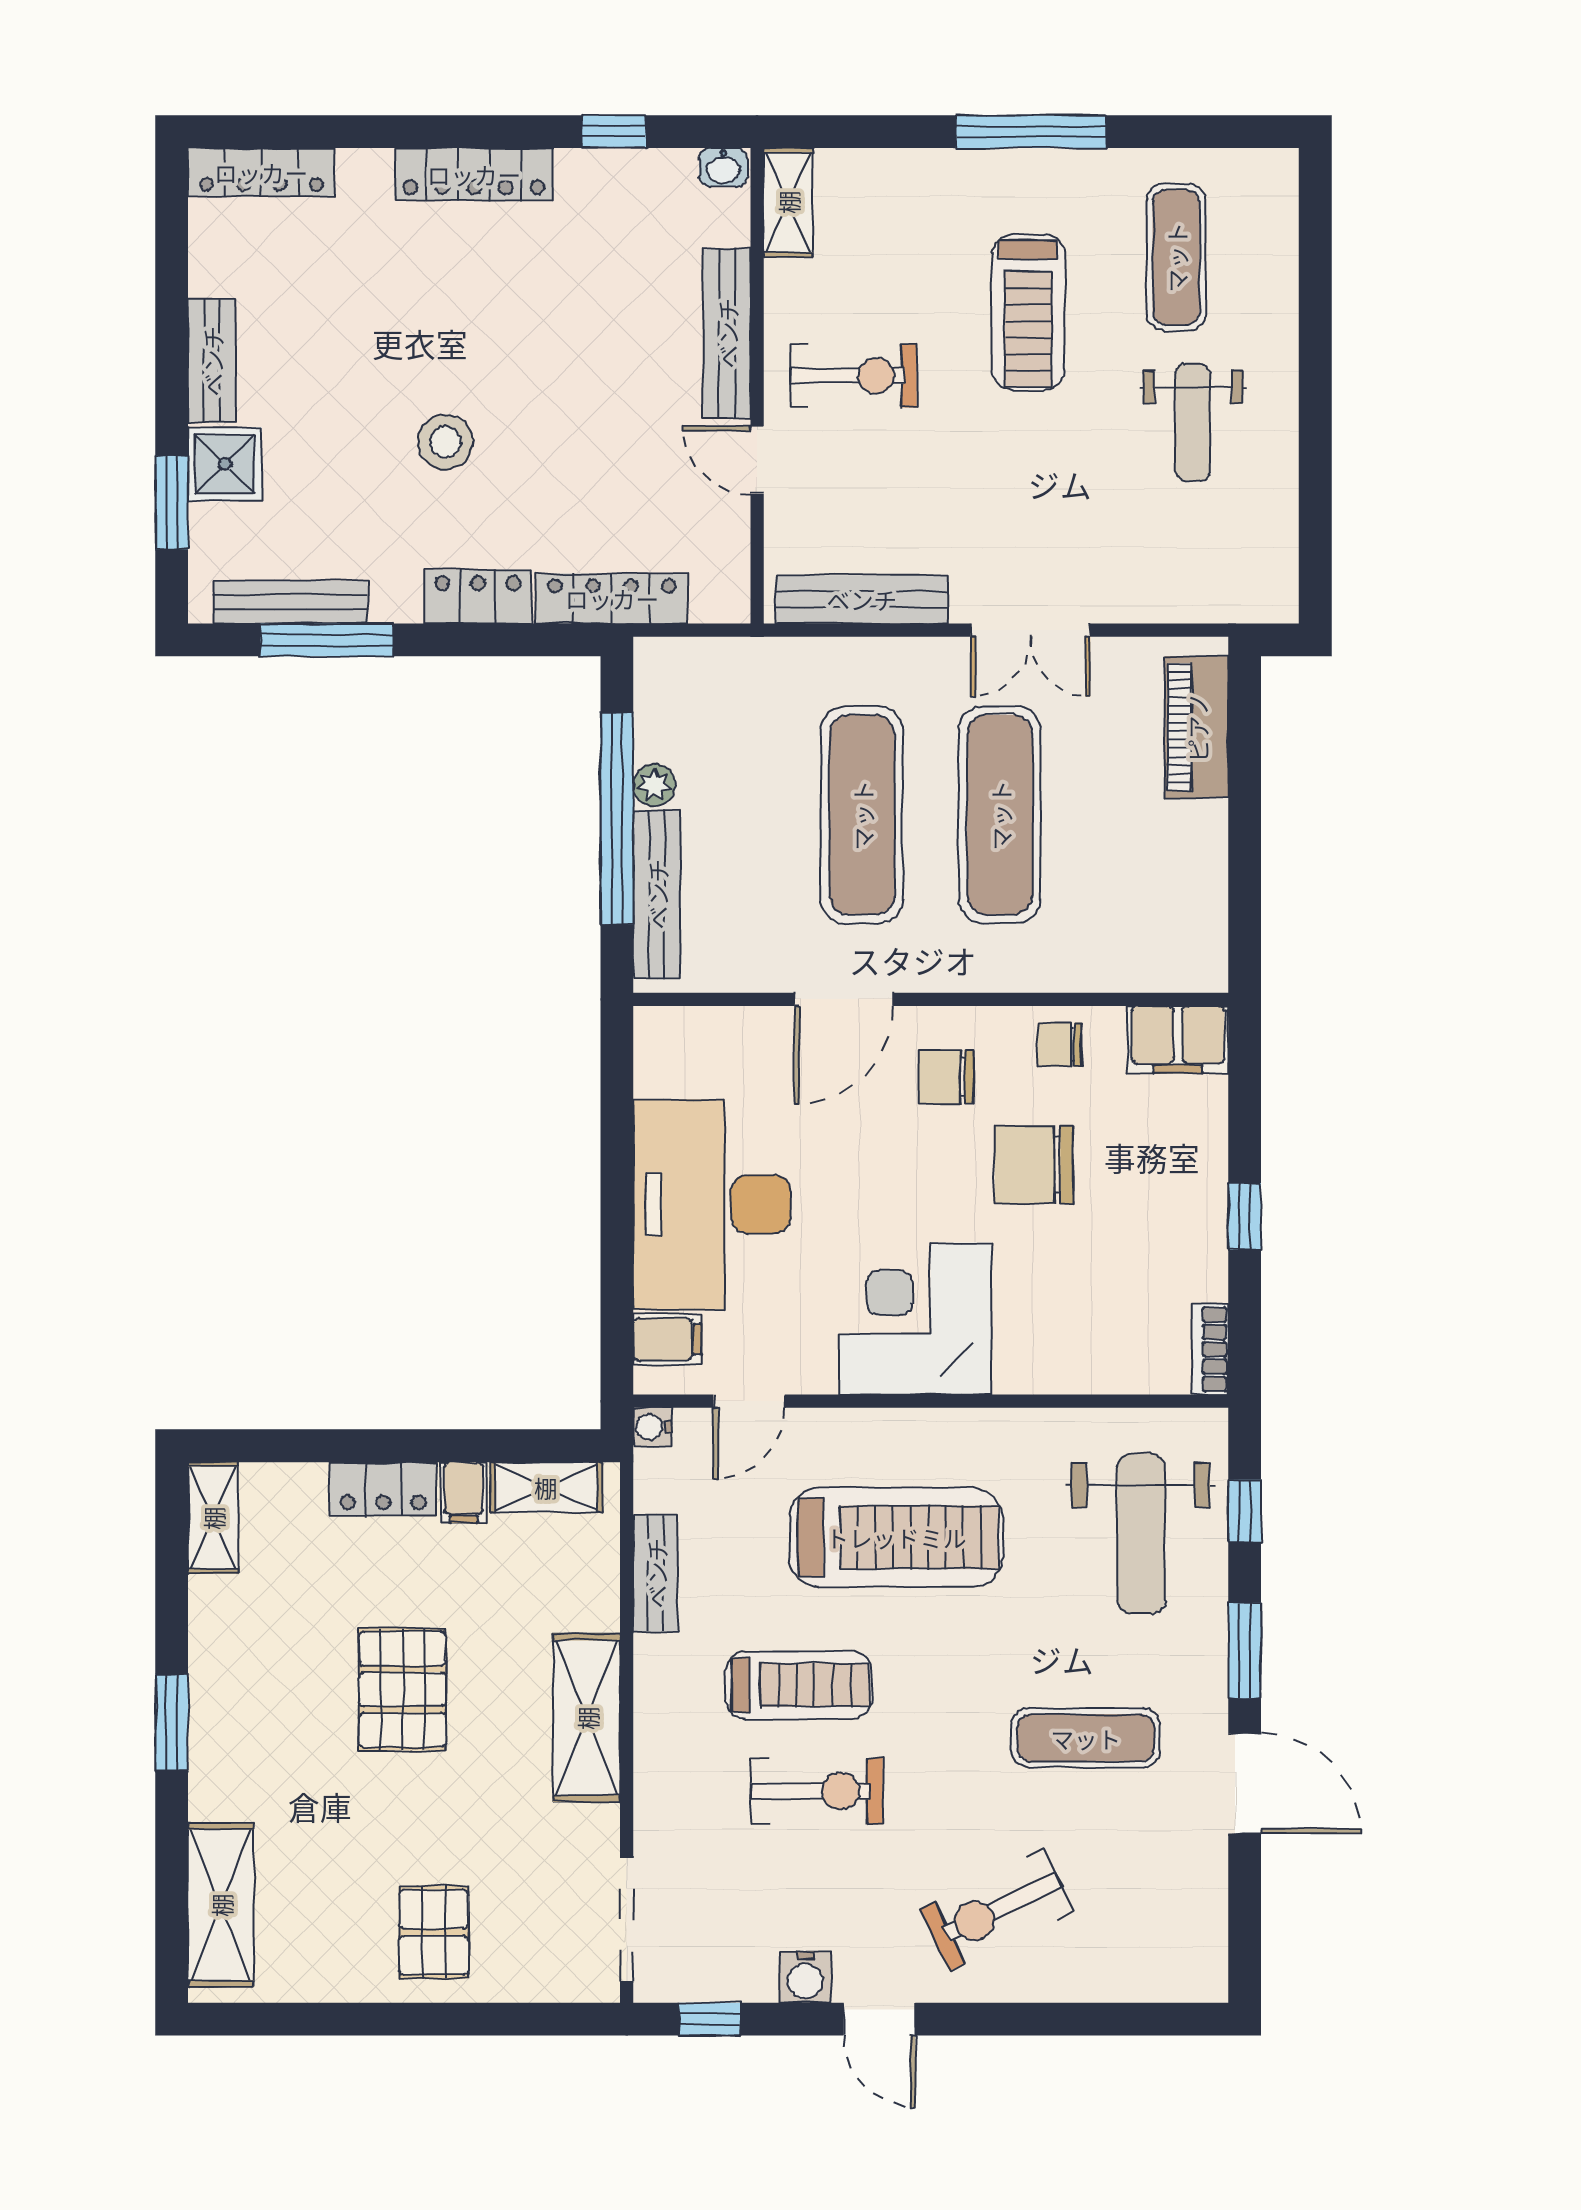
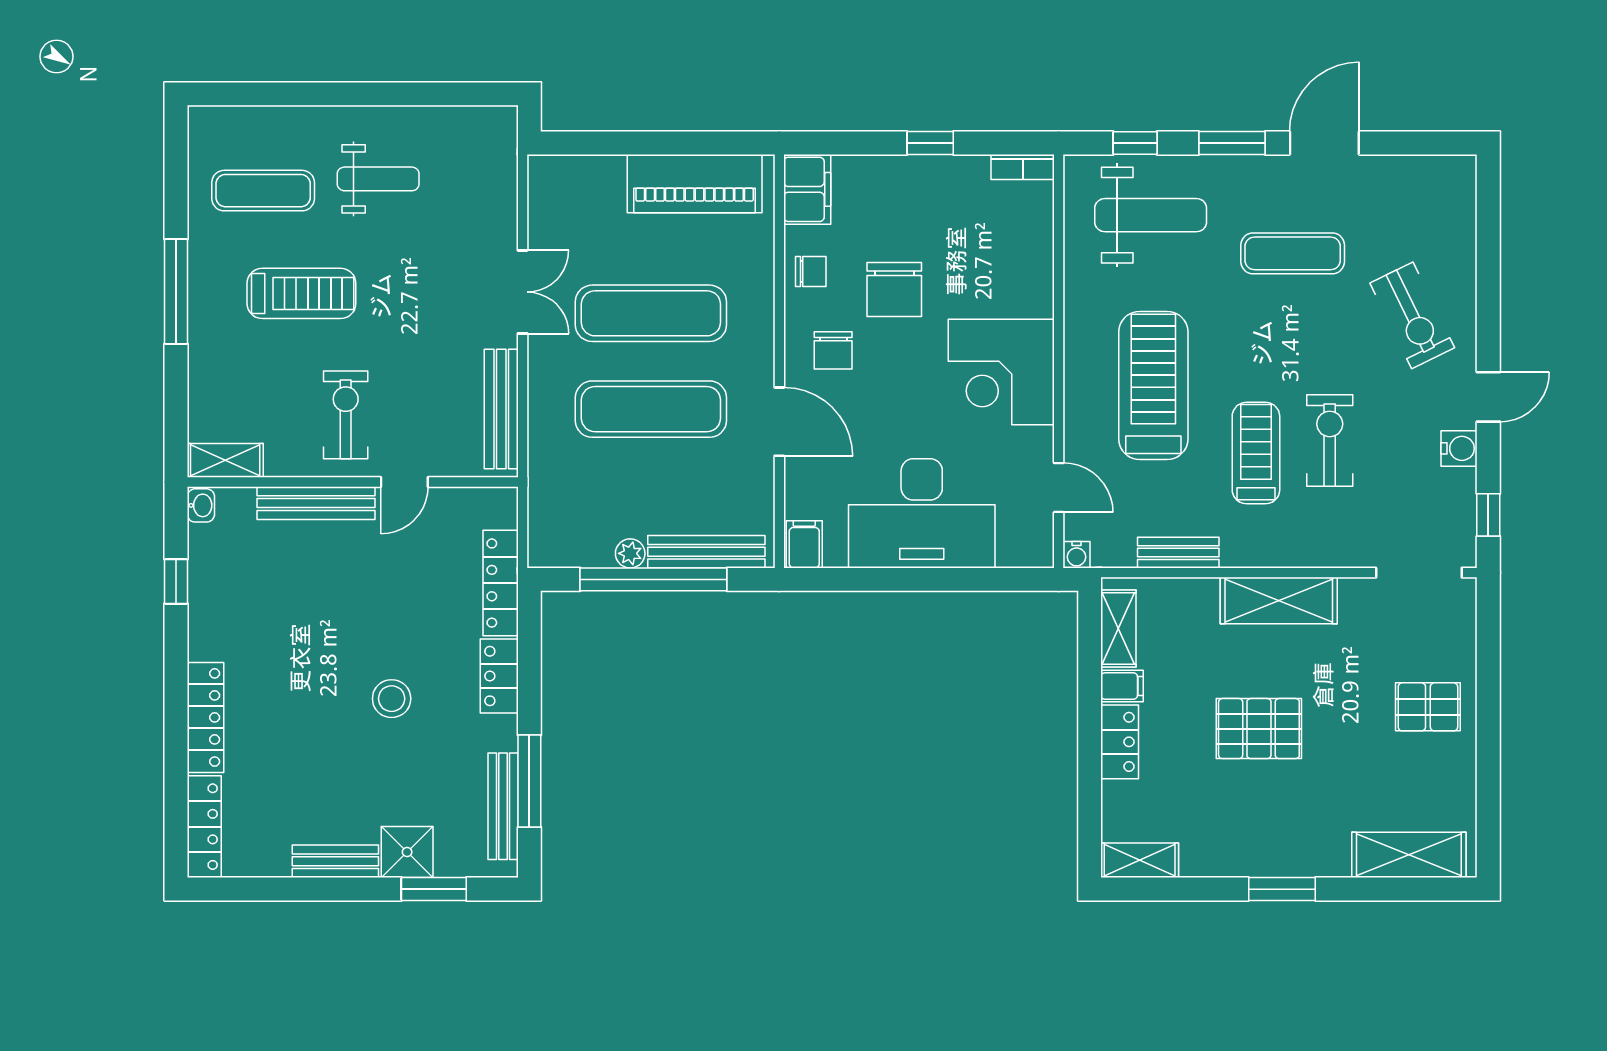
locker: (474, 174) -> (206, 717), moved
piano: (1197, 727) -> (695, 184), moved, width x1.37, depth x1.33
chair: (1060, 1045) -> (811, 272), turned -90
filing cabinet: (667, 1339) -> (804, 544), moved
exercise mat: (1086, 1738) -> (1293, 253), turned 90

